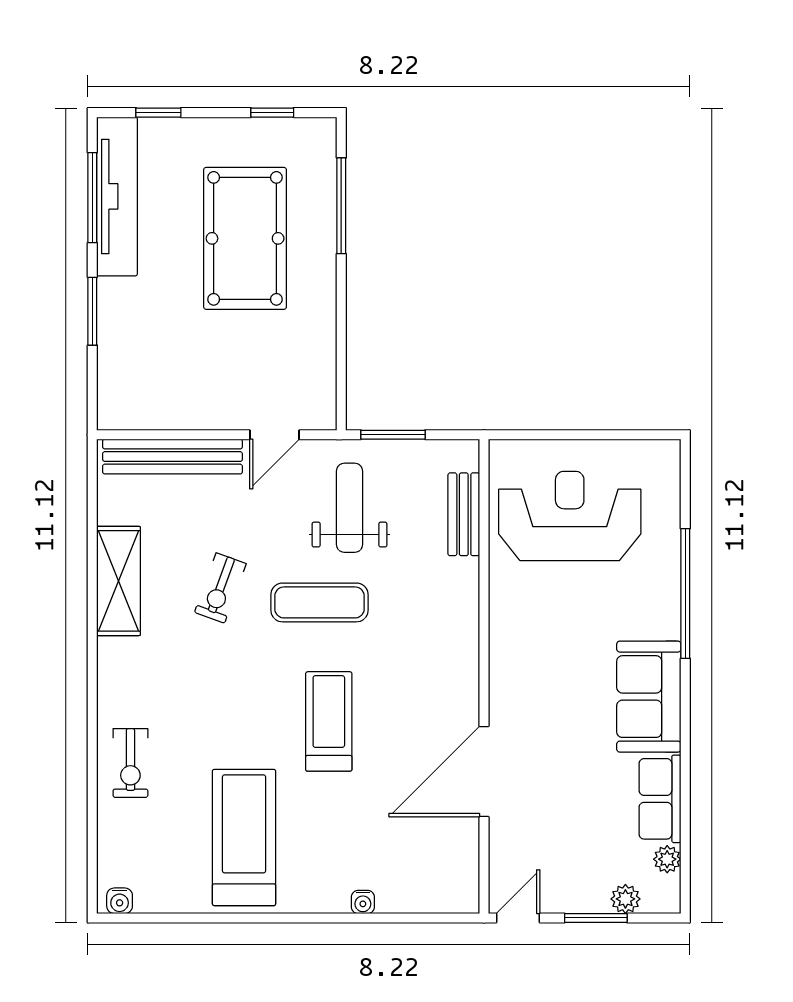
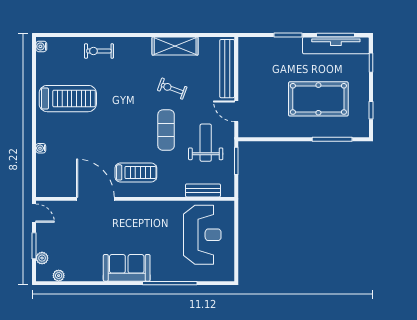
weight bench: (350, 508) -> (206, 143), turned -90
treadmill: (329, 721) -> (136, 172), moved
row of seats: (660, 799) -> (84, 273), removed

